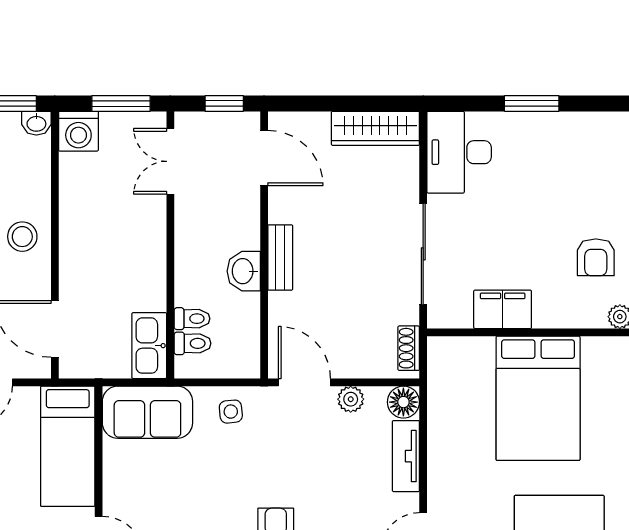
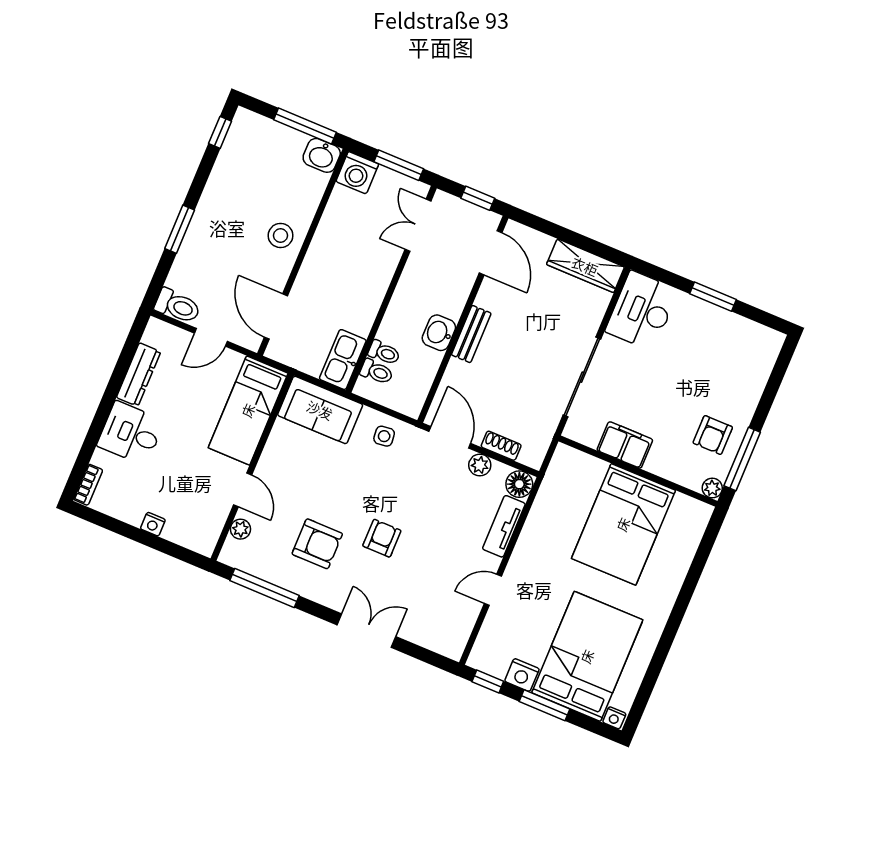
washbasin: (36, 123) -> (322, 155), width x1.38, depth x1.45
shoe rack: (409, 348) -> (501, 446), moved, turned 90

